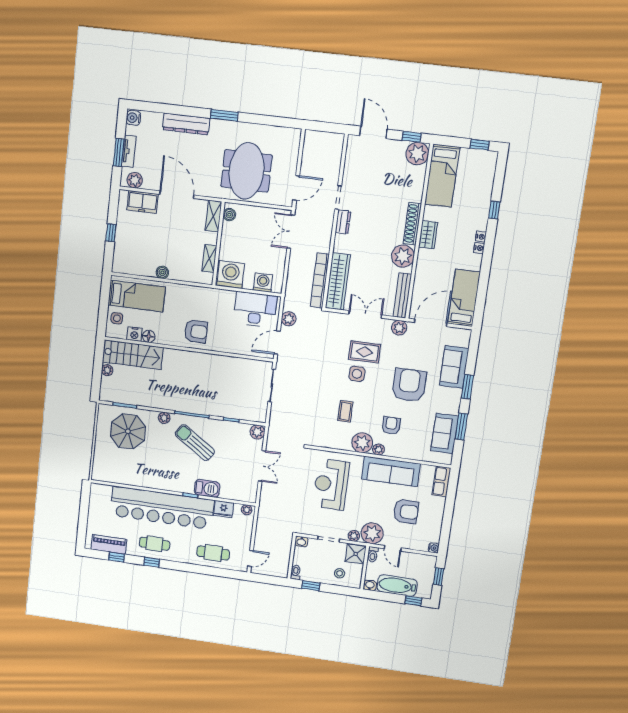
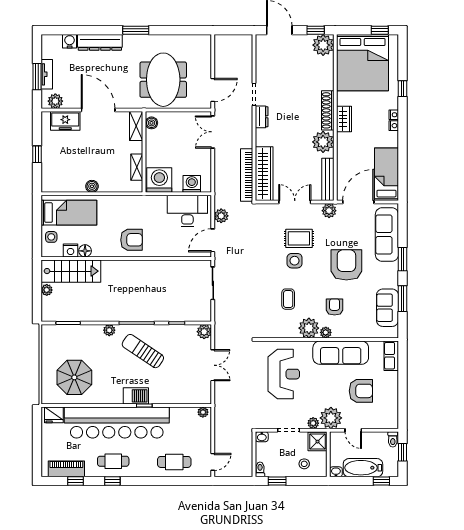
water cooler: (133, 118) -> (70, 41), moved, turned 90
bed: (442, 176) -> (362, 63), width x2.04
sofa: (454, 367) -> (387, 234), width x1.36
parasol: (128, 431) -> (74, 377), moved
reception desk: (331, 484) -> (284, 374), turned 180
barbecue: (207, 488) -> (136, 396), moved
fridge: (224, 509) -> (54, 415), moved
water cooler: (434, 548) -> (393, 424), removed
toilet: (373, 554) -> (393, 439), moved

